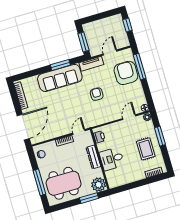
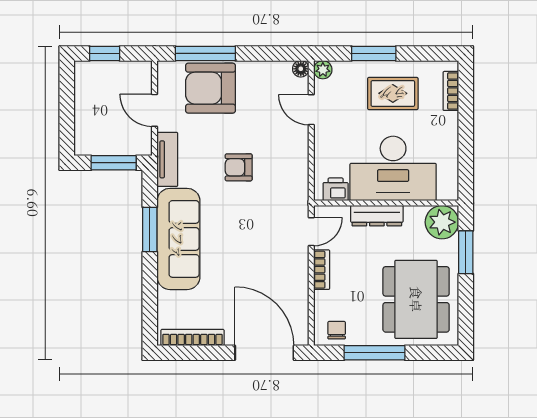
door: (79, 132) -> (311, 232), swing flipped
desk: (112, 159) -> (393, 168), width x1.87, depth x1.30
window: (39, 182) -> (374, 353), moved

